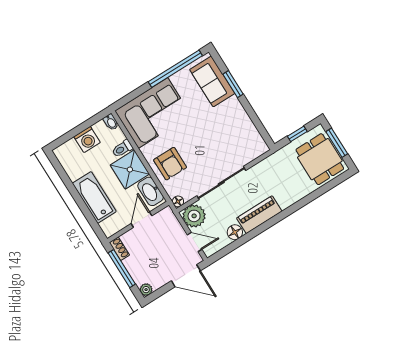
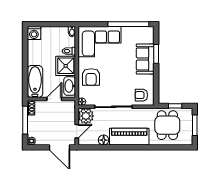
sofa: (212, 81) -> (145, 59), moved
washing machine: (87, 139) -> (34, 33), moved
armchair: (247, 147) -> (141, 95), added
dining table: (320, 159) -> (167, 125), moved
bathtub: (94, 197) -> (35, 81), moved
piano: (259, 215) -> (129, 137), width x1.37, depth x1.33
door: (195, 242) -> (77, 131), hinge flipped

